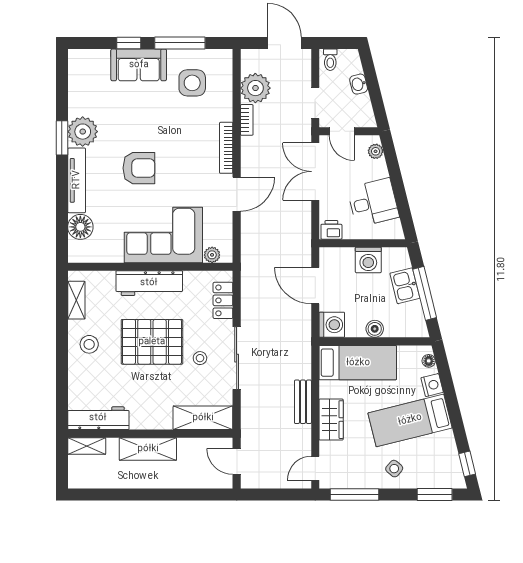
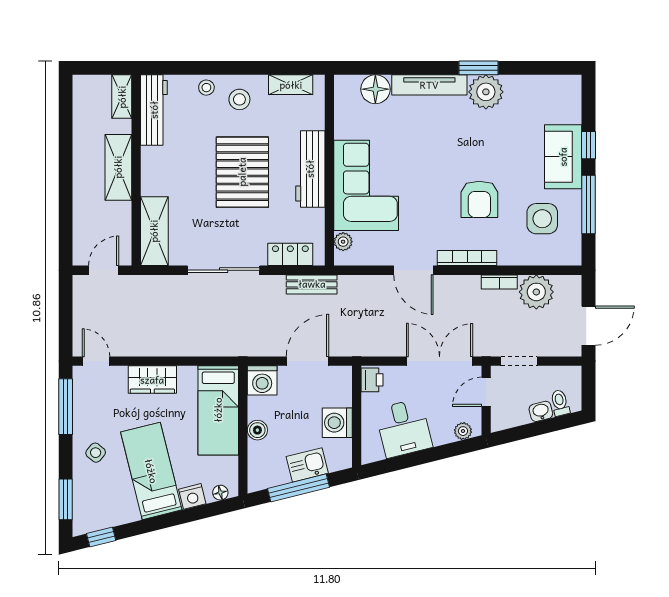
toilet: (330, 60) -> (560, 403), moved, turned 76
armchair: (139, 168) -> (479, 199), moved
stool: (200, 358) -> (206, 88), moved
bench: (303, 402) -> (312, 284), moved

